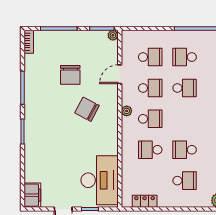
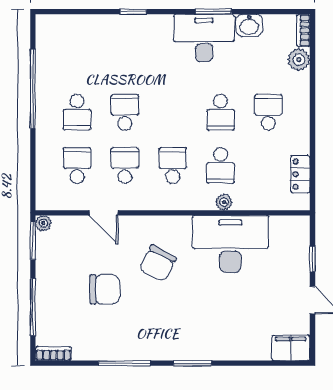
plant: (127, 111) -> (224, 202), moved
desk: (100, 180) -> (230, 244), moved

